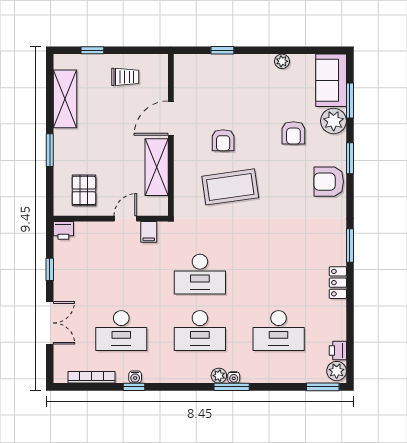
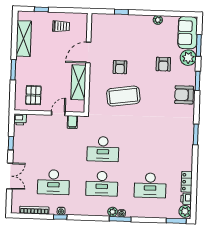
locker: (338, 283) -> (187, 182), moved

